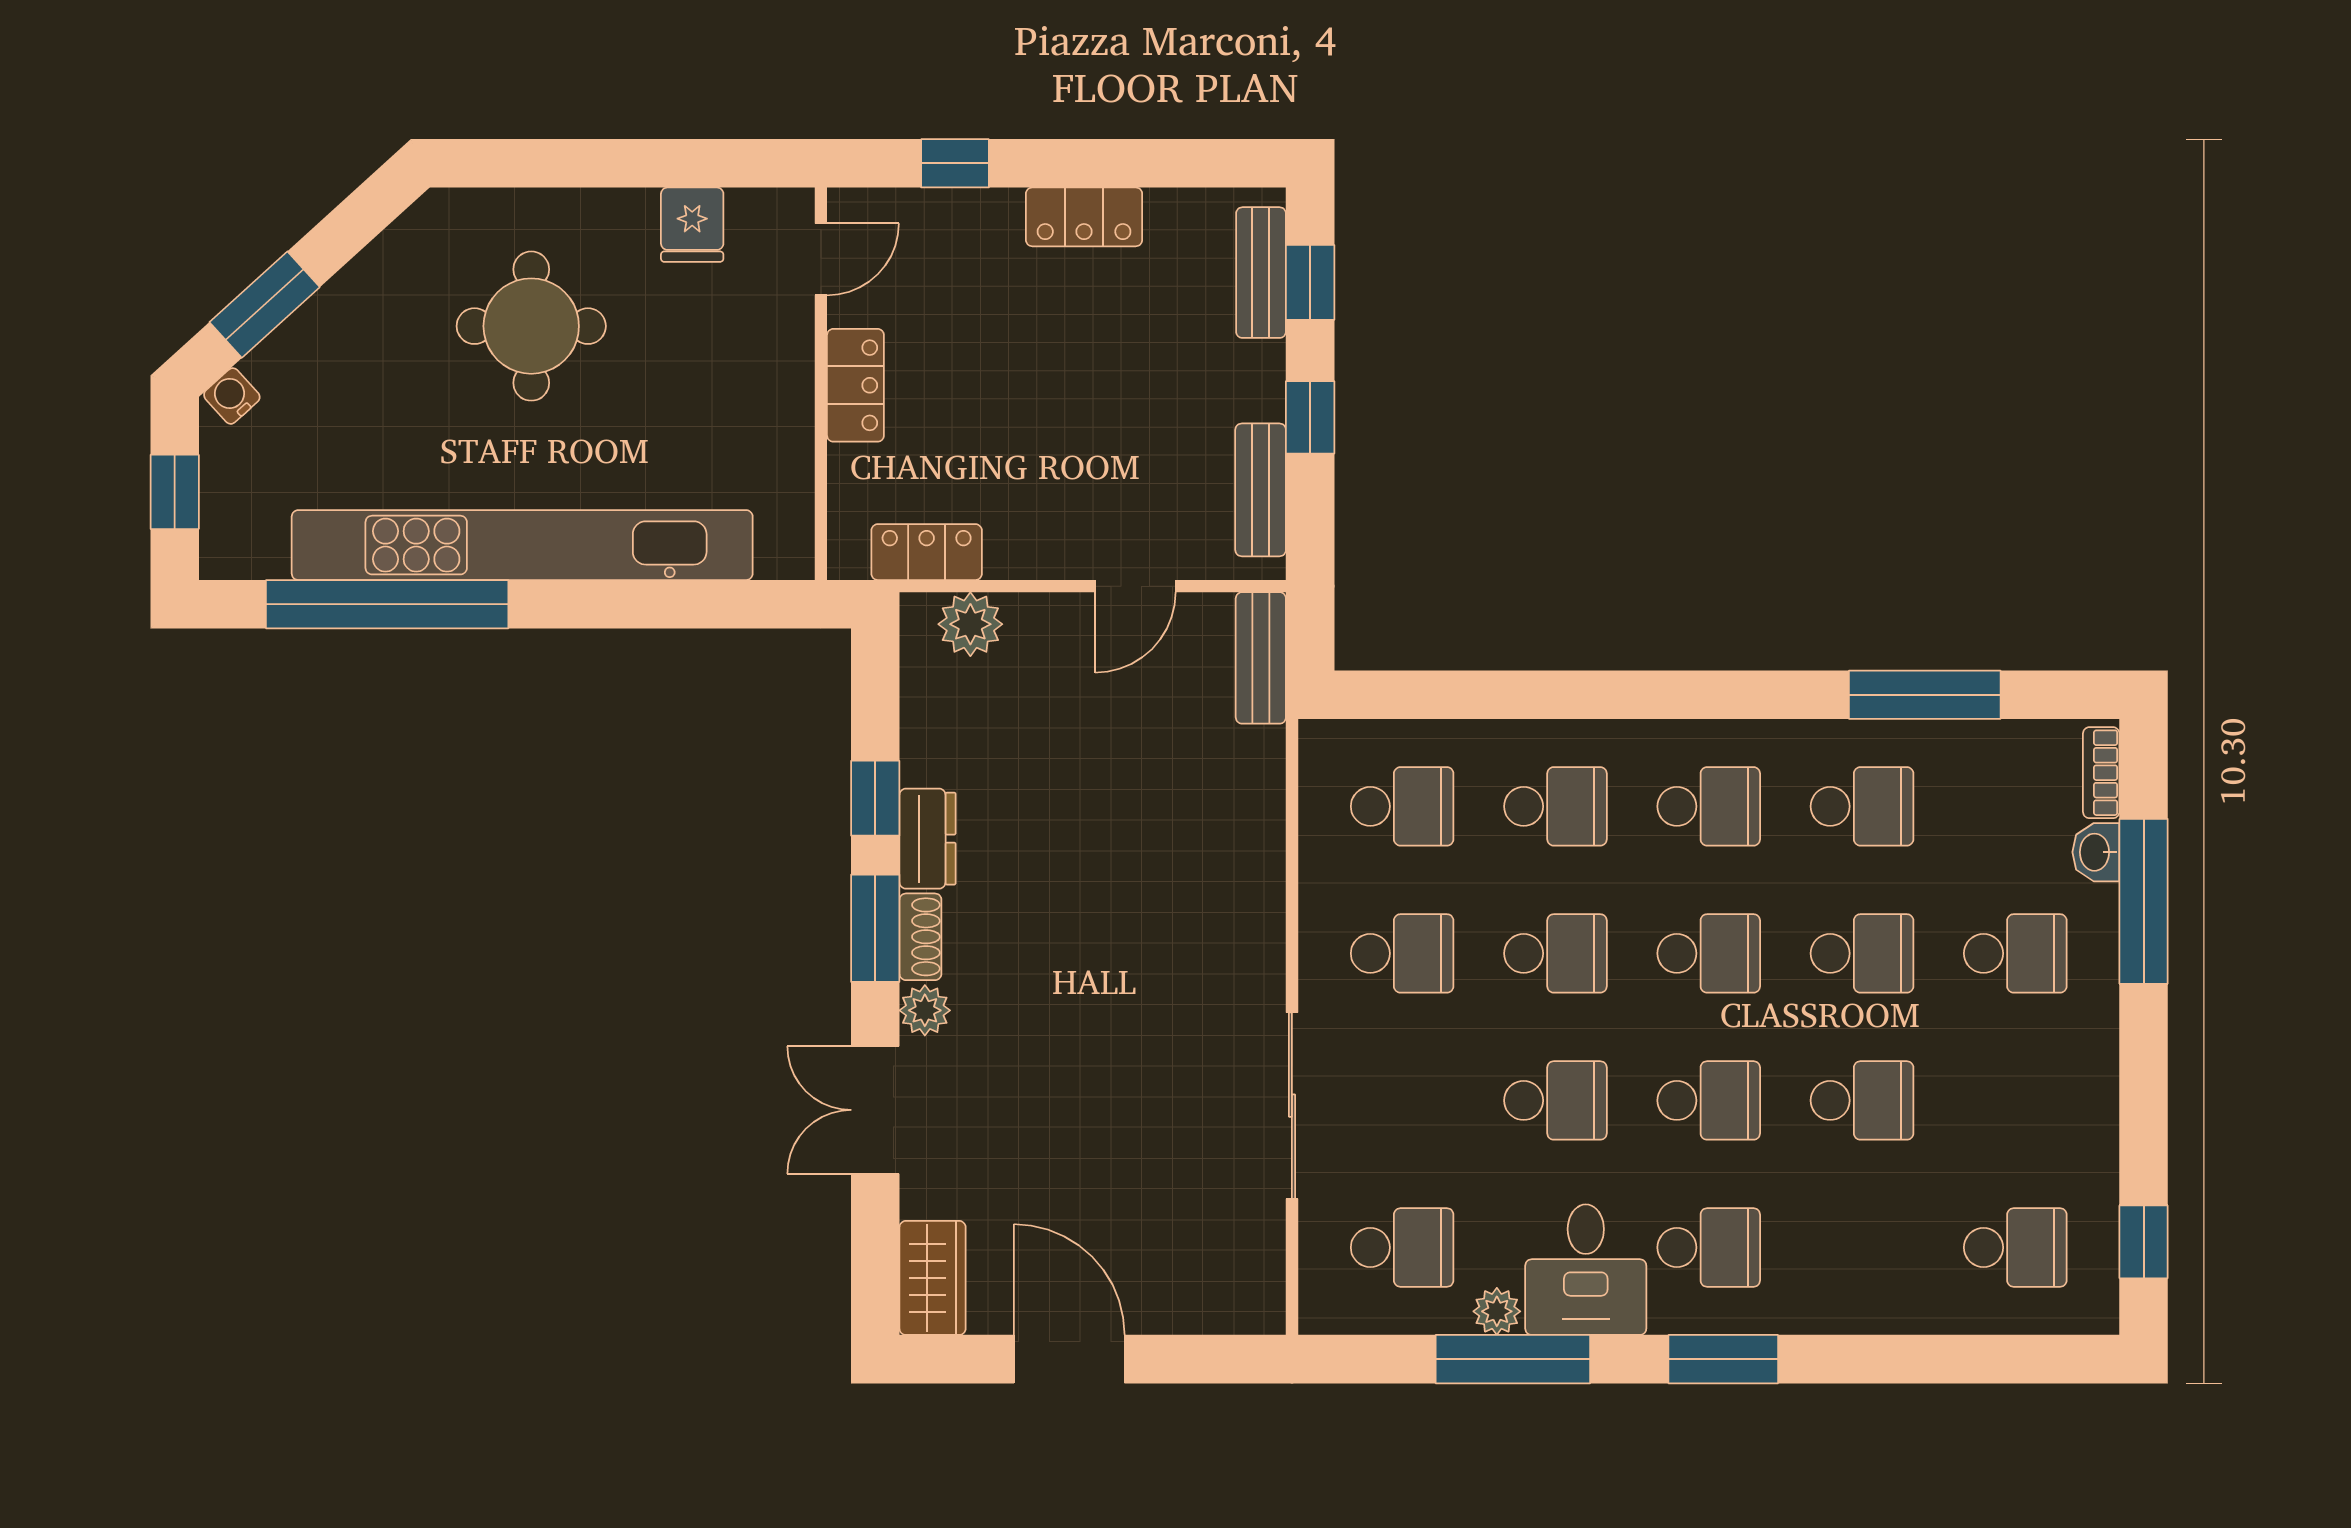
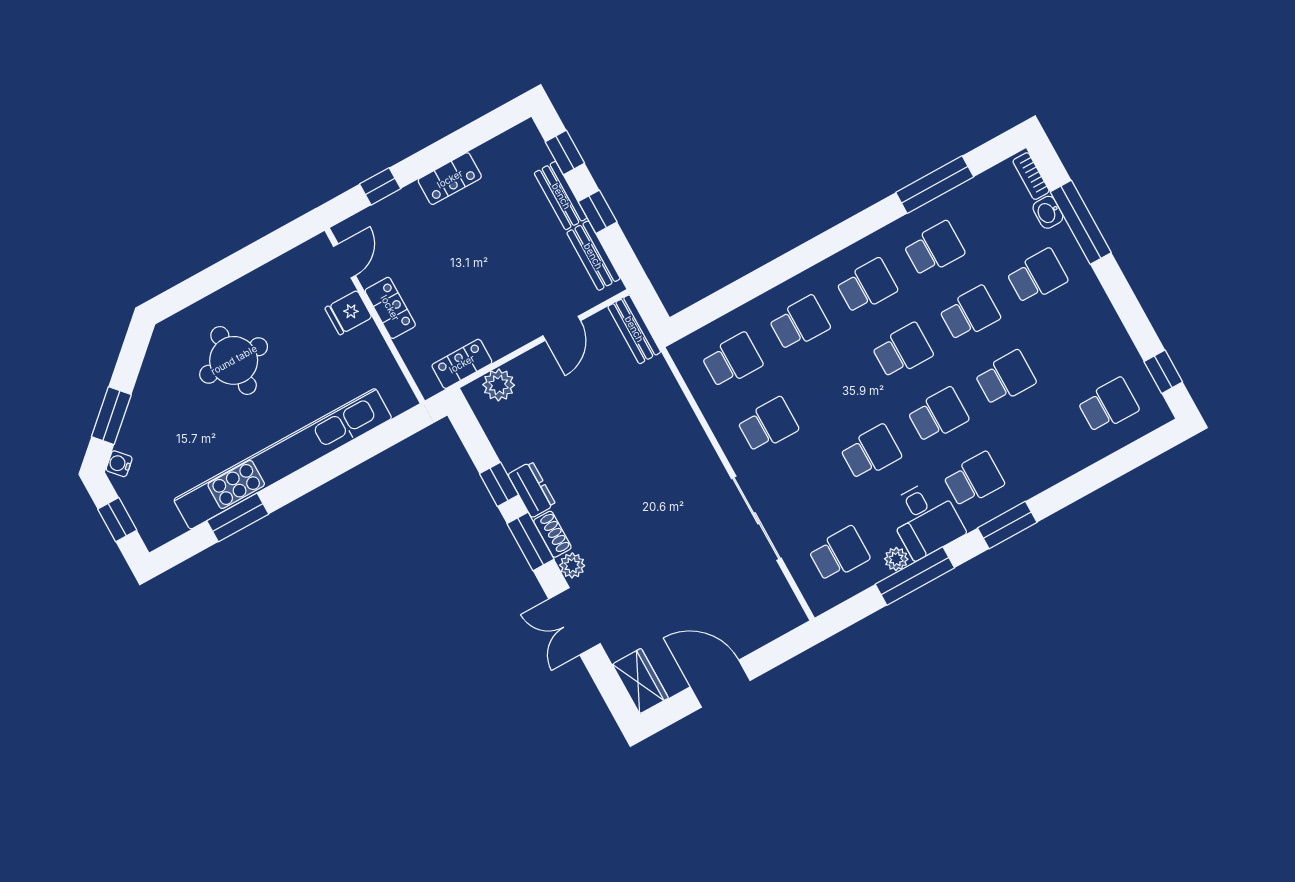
fridge: (692, 225) -> (348, 313), moved, turned 90
bench: (1261, 273) -> (561, 196), moved
window: (387, 604) -> (238, 517), width x0.47
school desk: (1555, 953) -> (835, 388), removed

